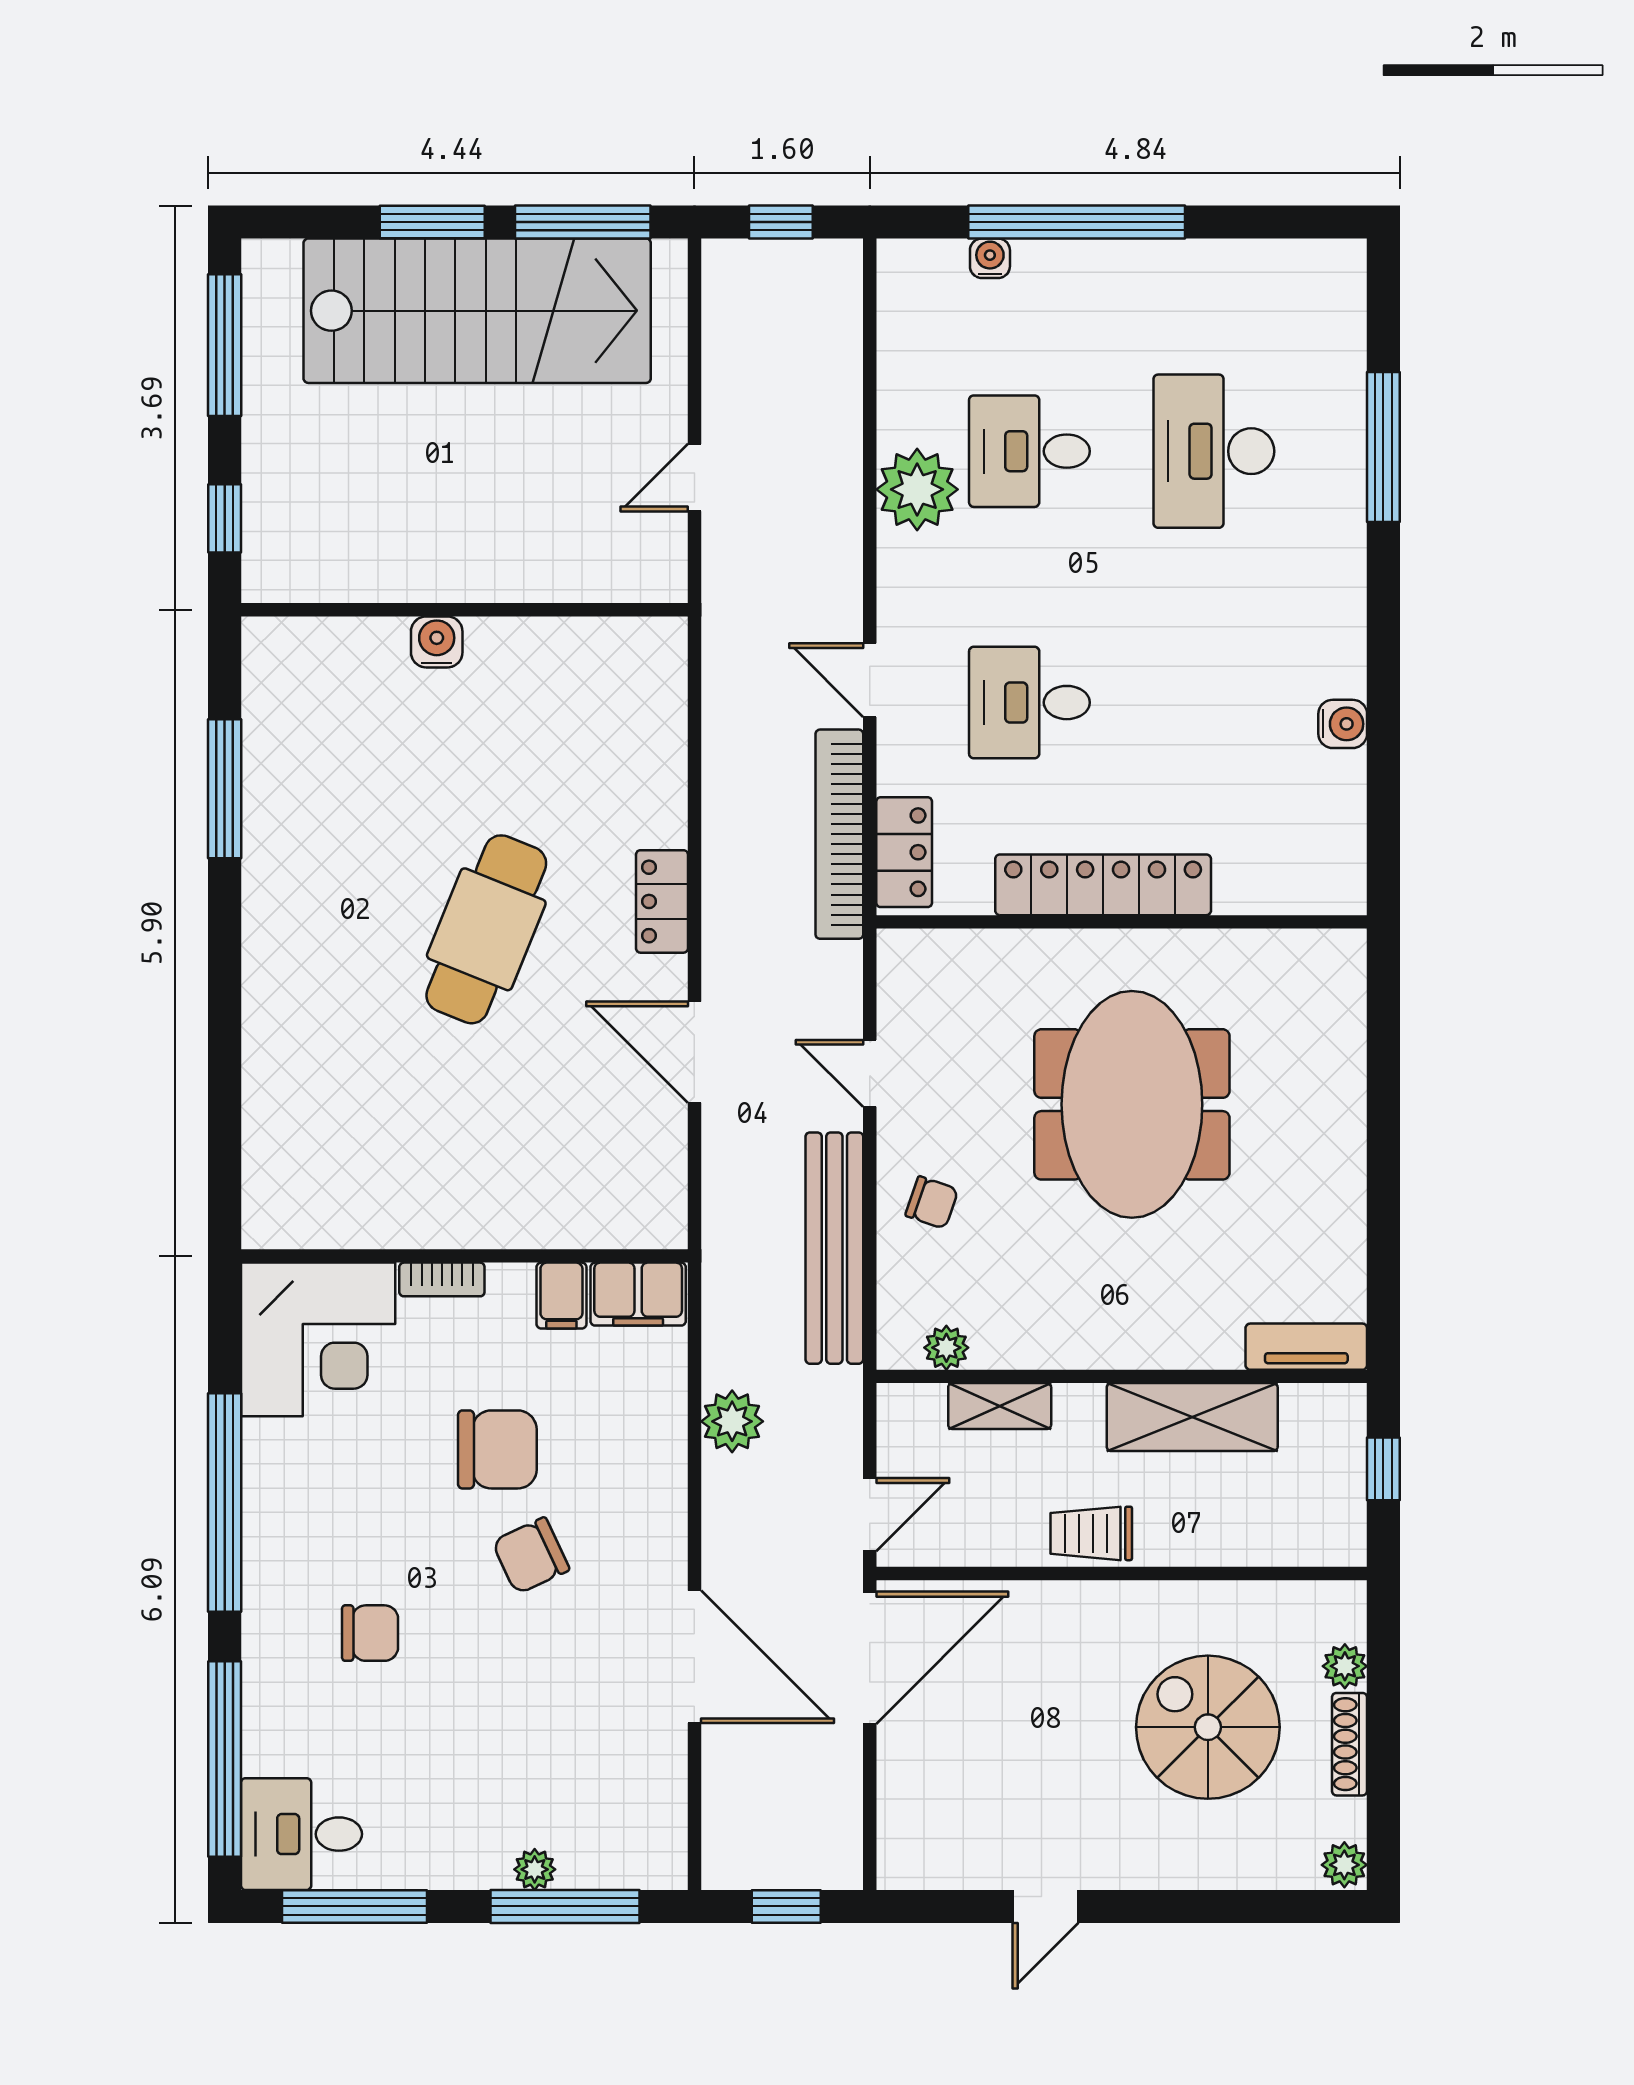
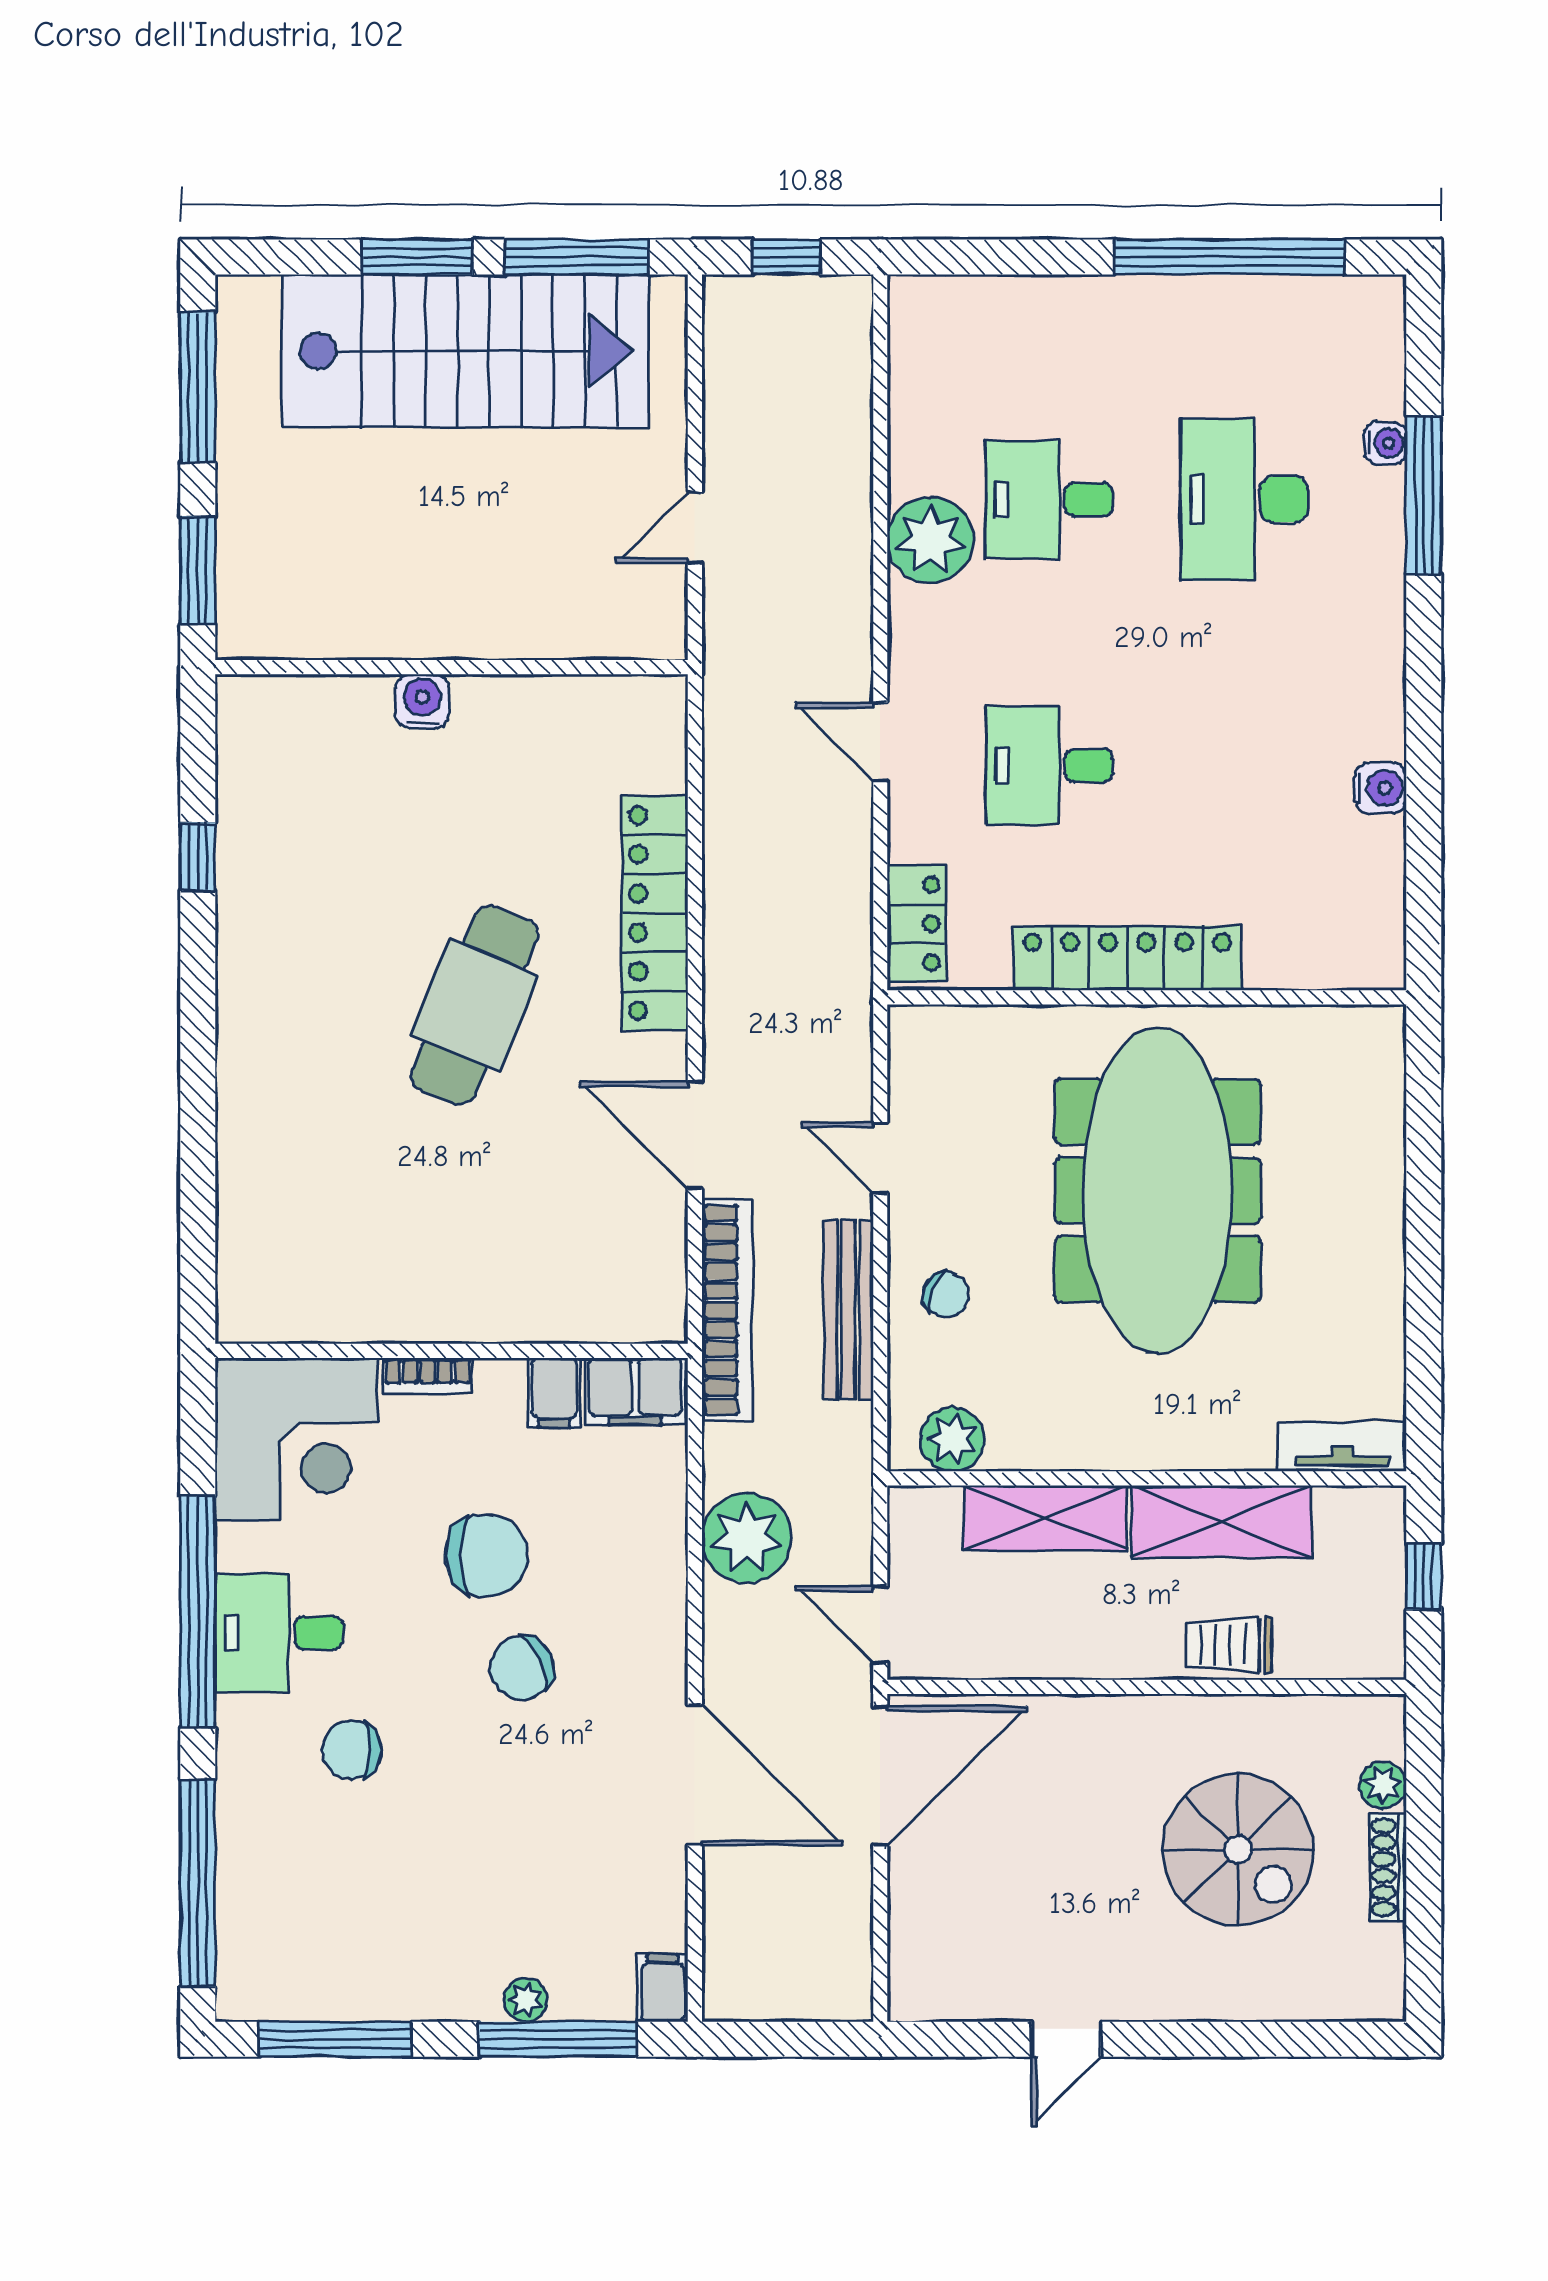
window: (1077, 222) -> (1229, 257), moved
water cooler: (990, 258) -> (1385, 443), moved, turned 90
window: (225, 518) -> (198, 570), width x1.50
window: (225, 789) -> (198, 857), width x0.46
bookcase: (839, 834) -> (727, 1310), moved, turned 180
locker: (662, 901) -> (655, 913), width x2.16, depth x1.21
meeting table: (1132, 1104) -> (1158, 1191), width x1.36
bench: (834, 1248) -> (848, 1310), width x0.73, depth x0.82
plant: (946, 1348) -> (953, 1439), width x1.38, depth x1.38
shelving: (1000, 1406) -> (1045, 1518), width x1.50, depth x1.33
plant: (732, 1421) -> (747, 1538), width x1.36, depth x1.36
door: (870, 1515) -> (880, 1625), swing flipped
trolley: (1091, 1533) -> (1229, 1645), moved
chair: (370, 1633) -> (352, 1750), turned 180
spiral stairs: (1208, 1727) -> (1238, 1849), turned 180
desk: (301, 1834) -> (279, 1633), moved
filing cabinet: (664, 1858) -> (663, 1988), added
plant: (1344, 1865) -> (1382, 1995), removed
window: (786, 1906) -> (792, 2039), removed

